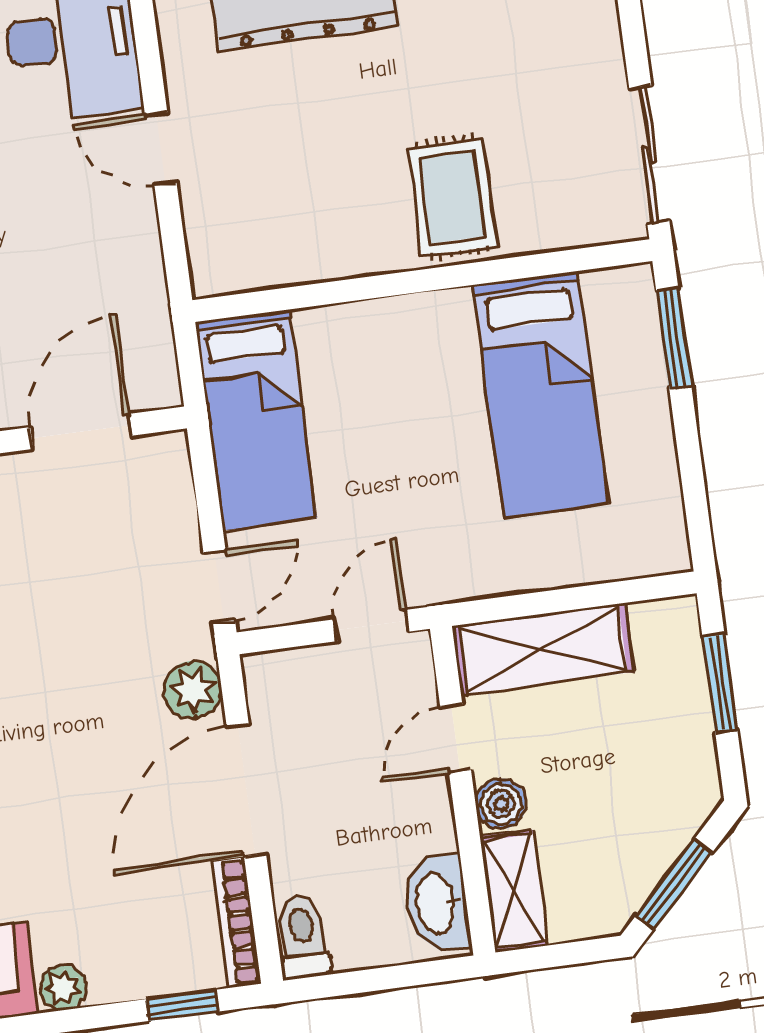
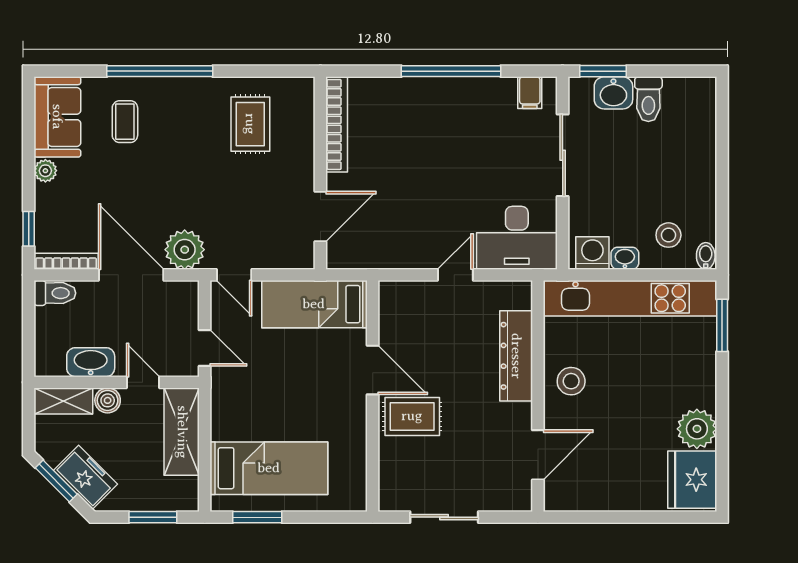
sliding door: (649, 154) -> (444, 517), moved
door: (371, 287) -> (373, 370), added
window: (674, 338) -> (257, 517), moved
bed: (541, 394) -> (269, 468), moved, turned 180
door: (81, 431) -> (320, 217), hinge flipped
plant: (193, 690) -> (185, 250), width x1.36, depth x1.36
freezer: (659, 827) -> (85, 477), added
washbasin: (437, 903) -> (91, 362), moved

